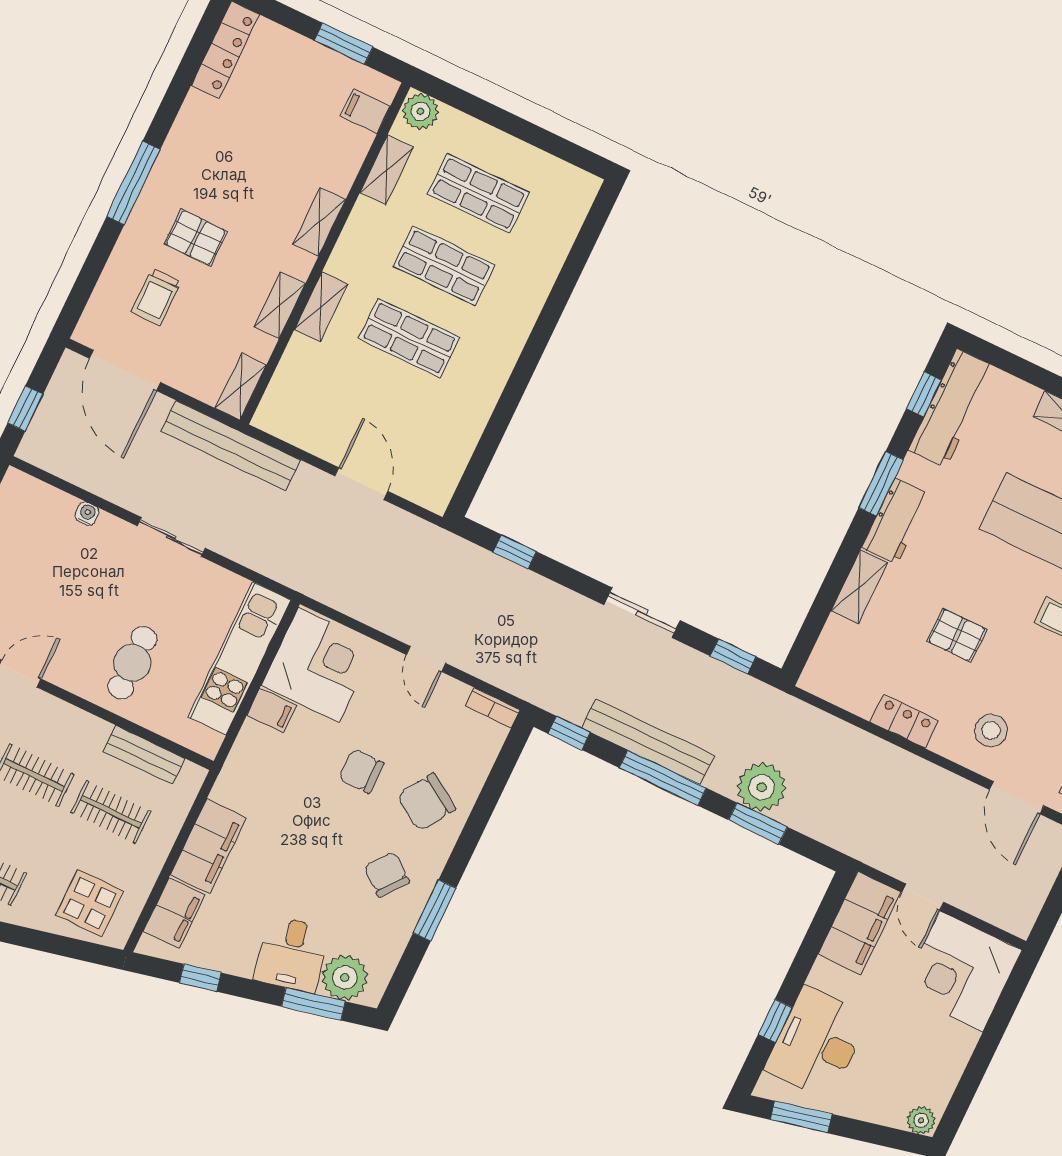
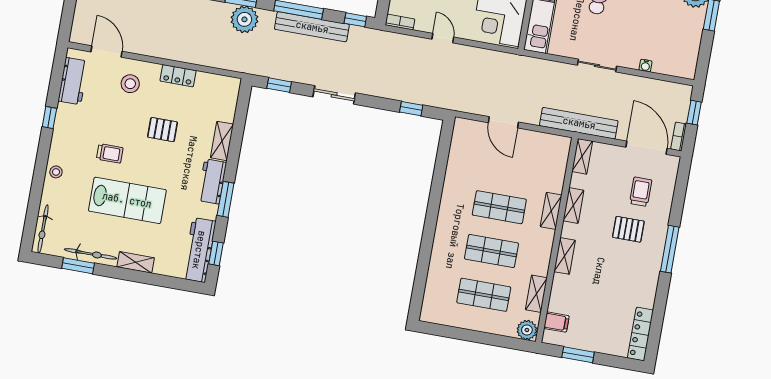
bookcase: (64, 374) -> (679, 137), added

